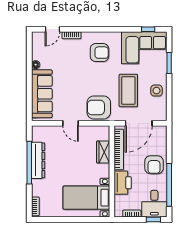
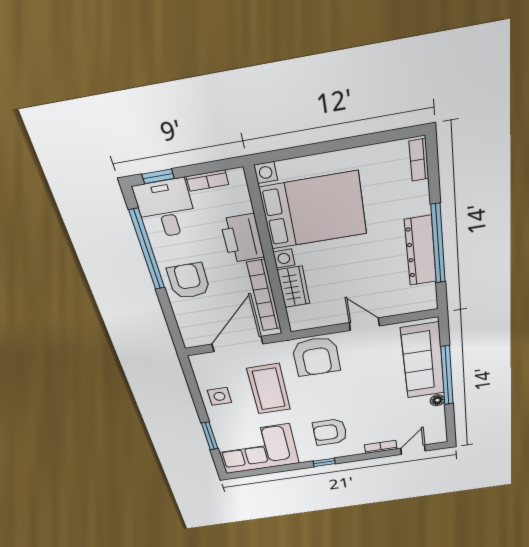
window: (148, 29) -> (324, 462), moved
window: (29, 81) -> (447, 376), added
armchair: (99, 107) -> (316, 356), turned 90
bed with nightstands: (86, 198) -> (314, 211), width x1.36

